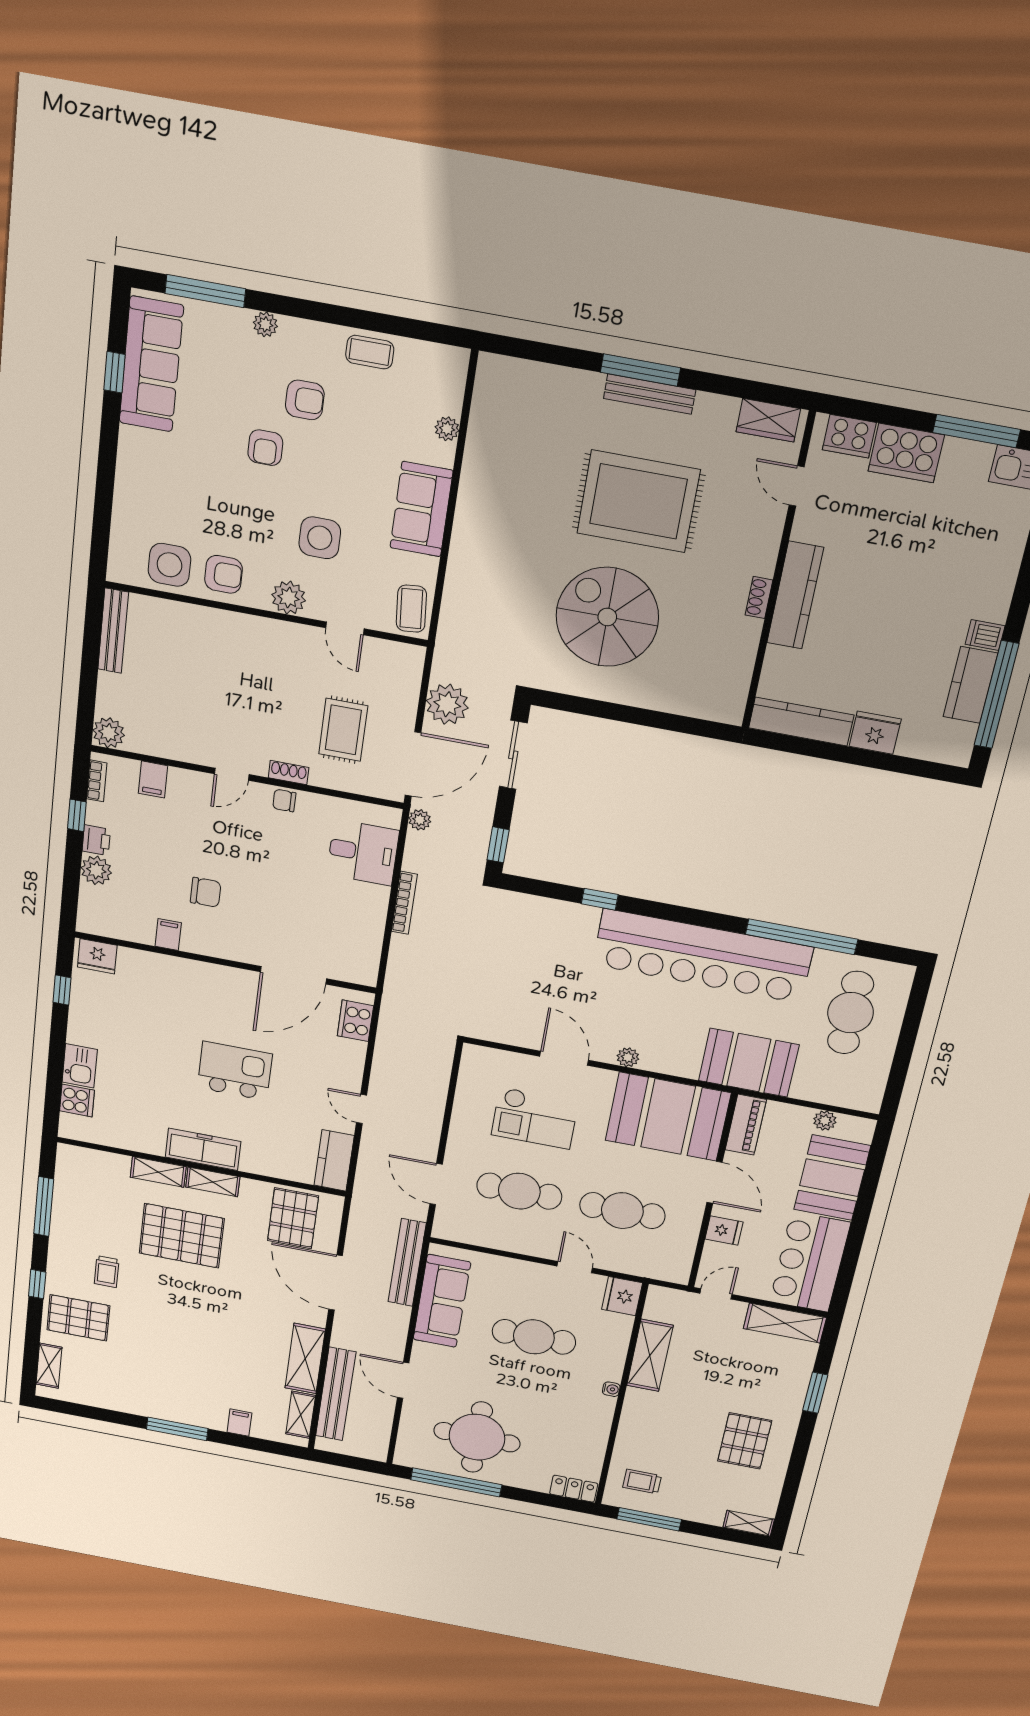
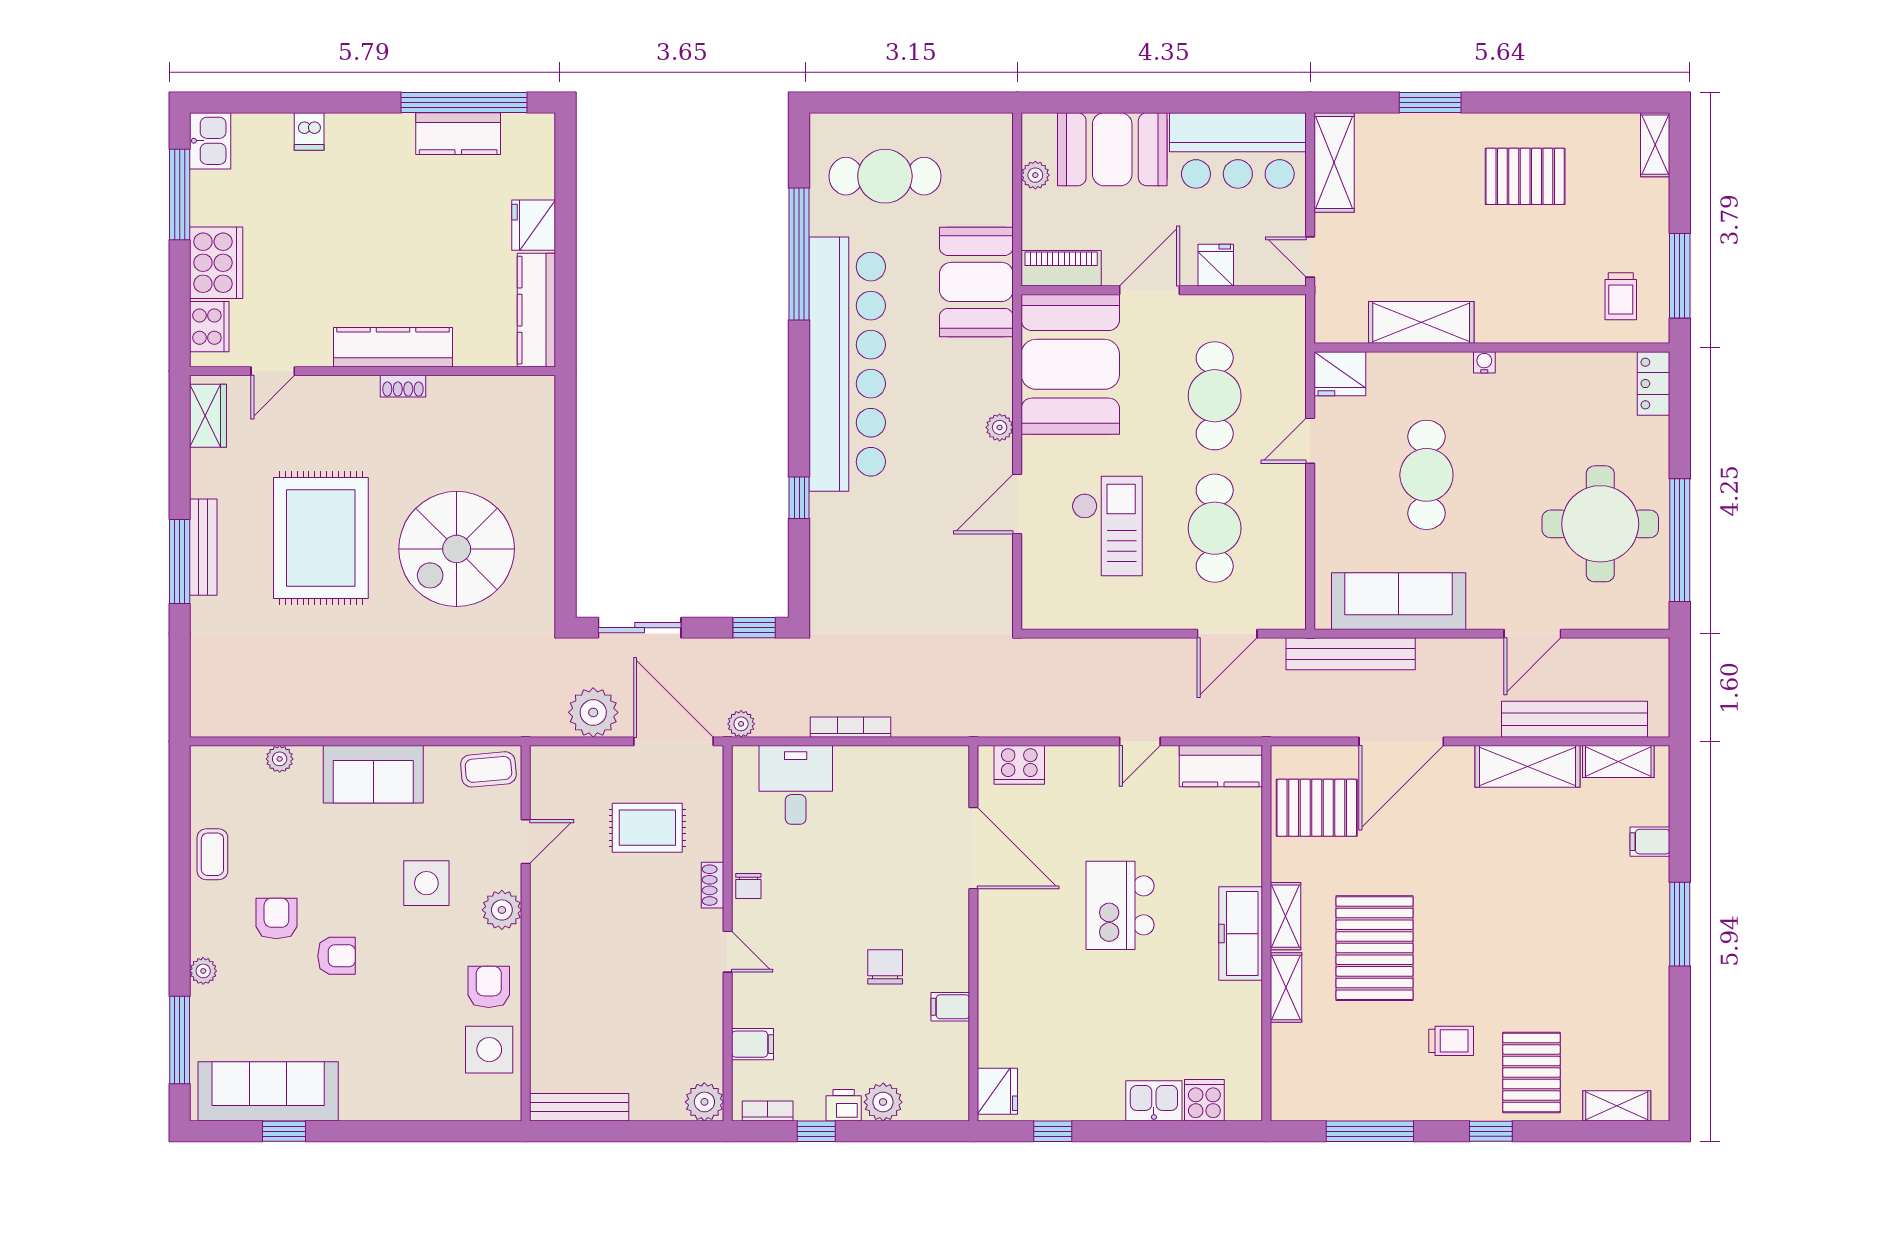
dishwasher: (985, 635) -> (309, 131), moved

